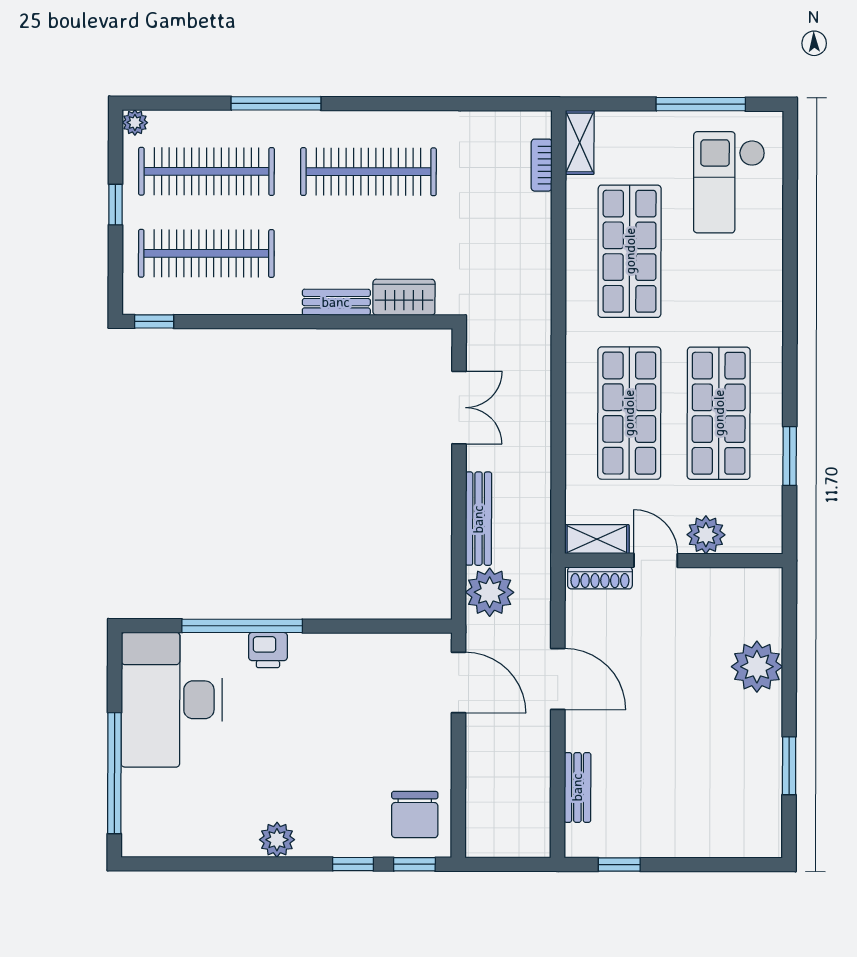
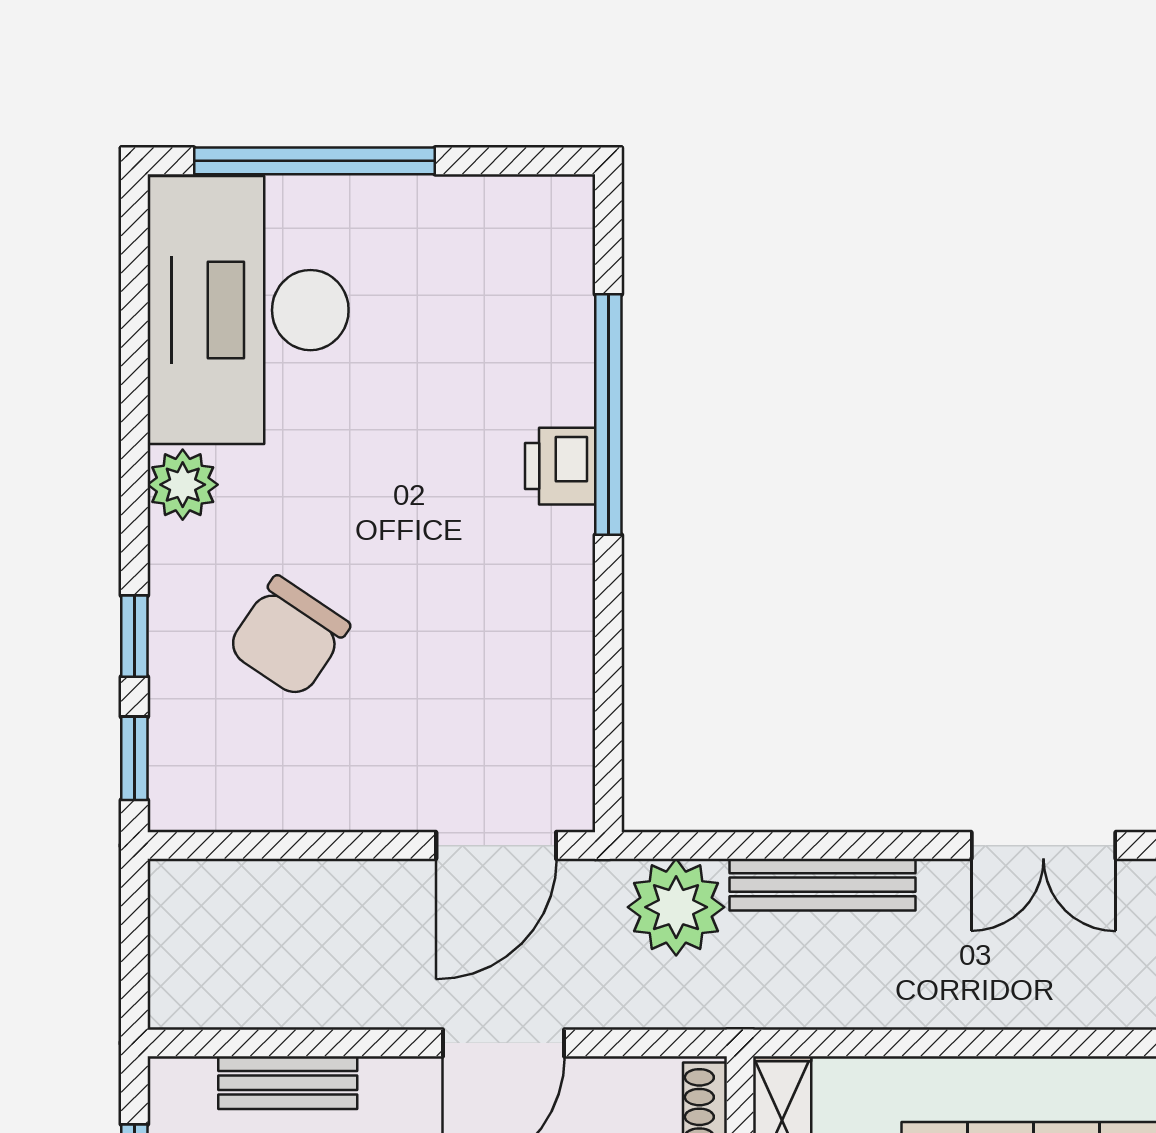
desk: (172, 700) -> (248, 310), moved, turned -90
chair: (415, 815) -> (288, 637), moved, turned -56

